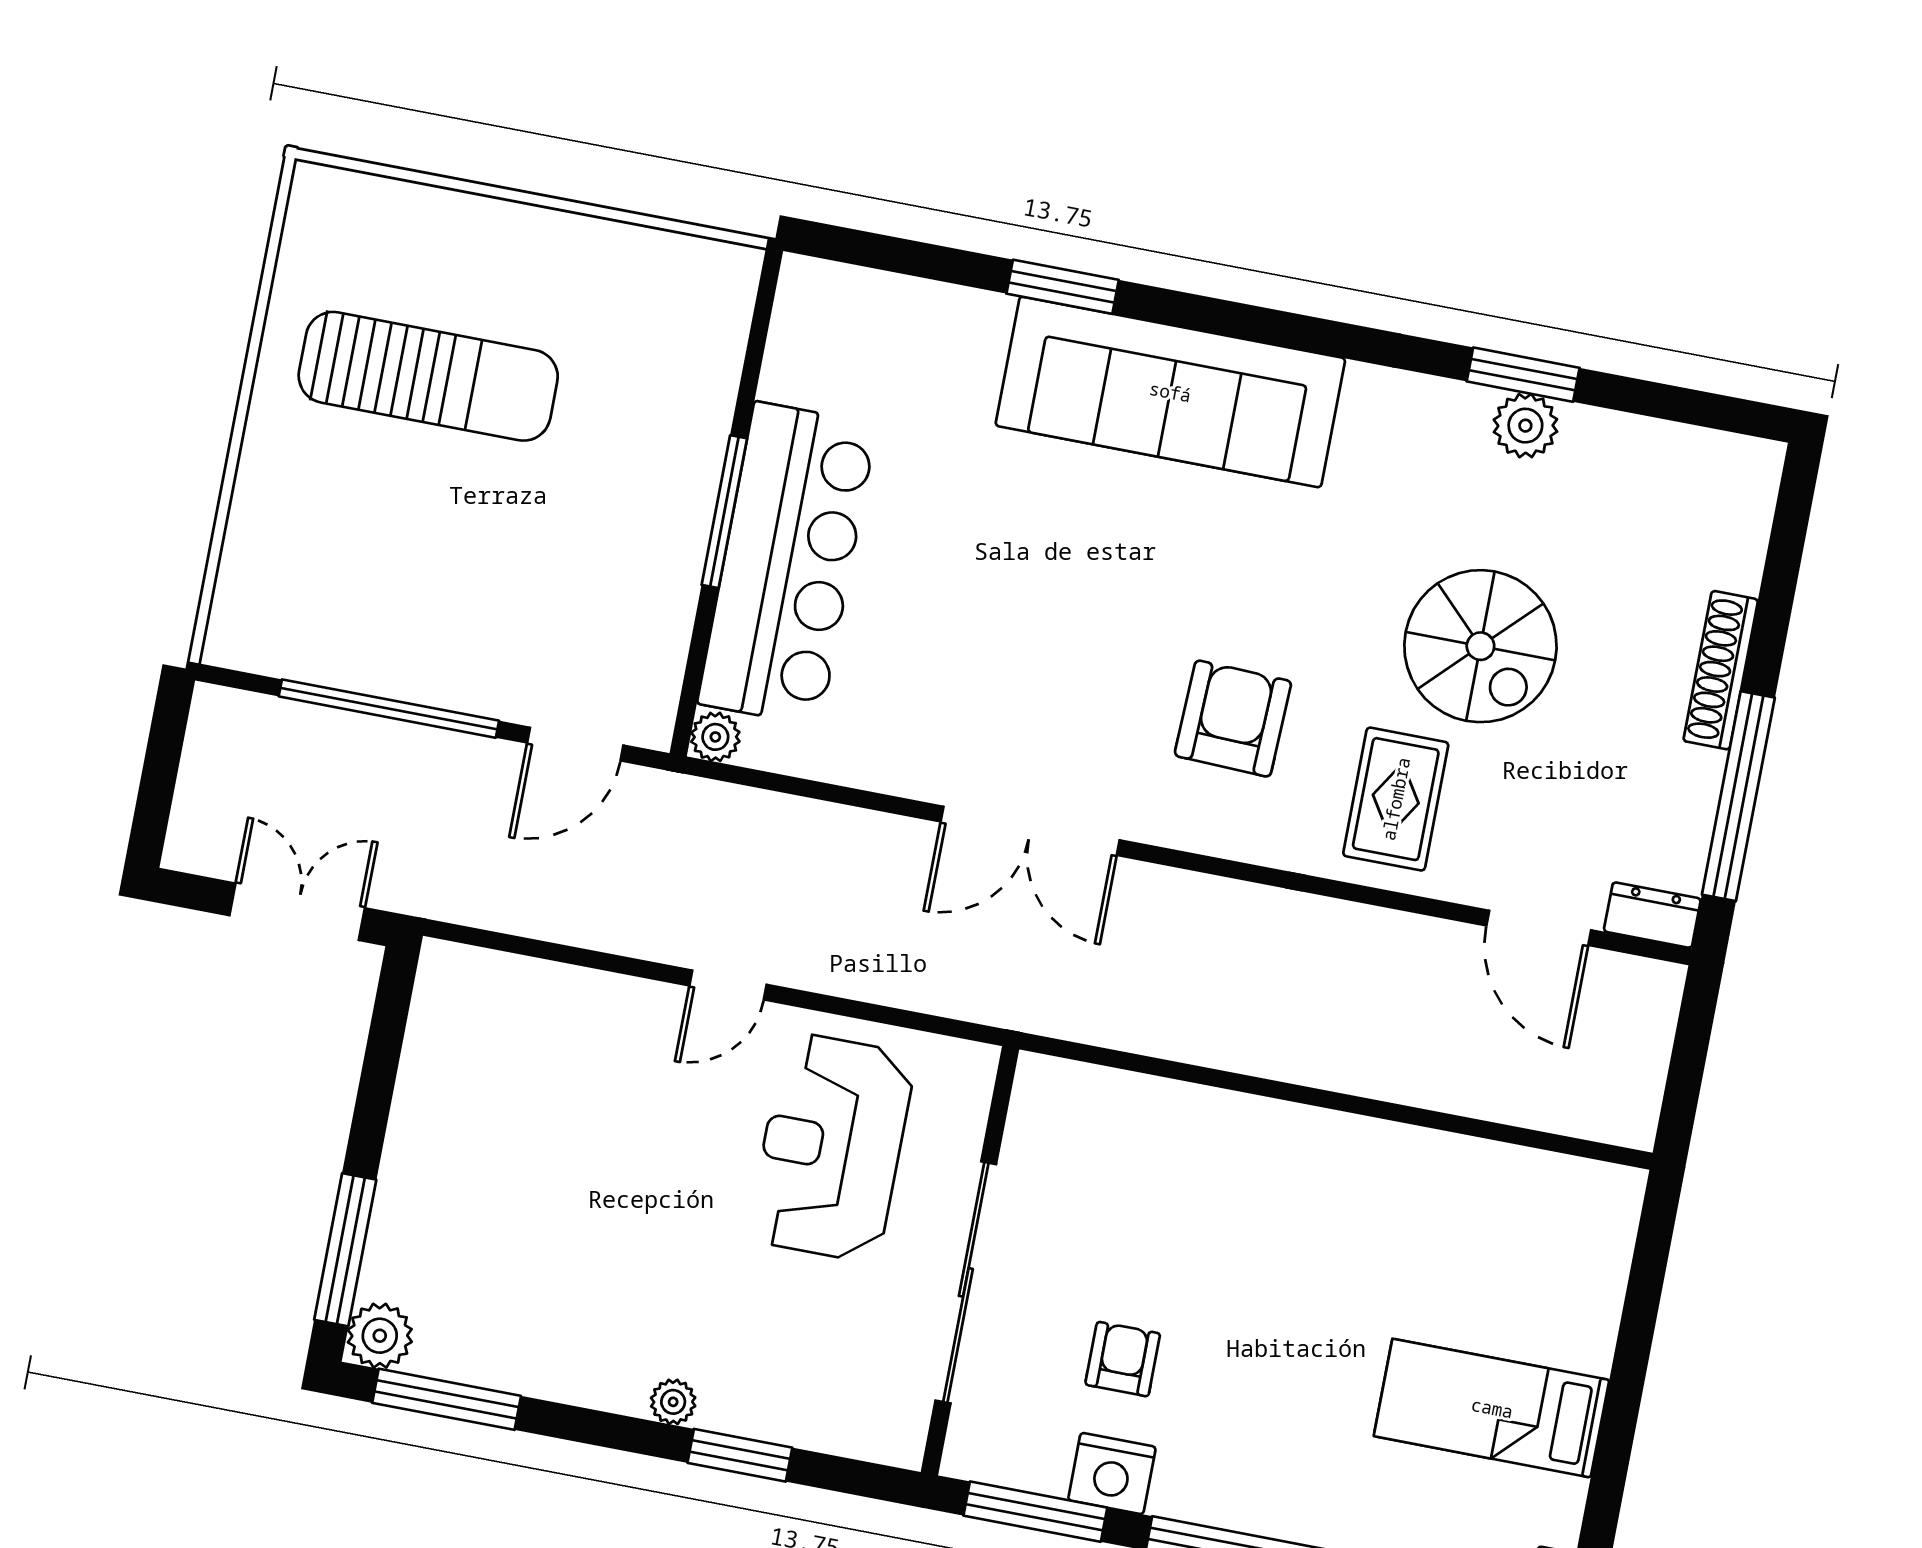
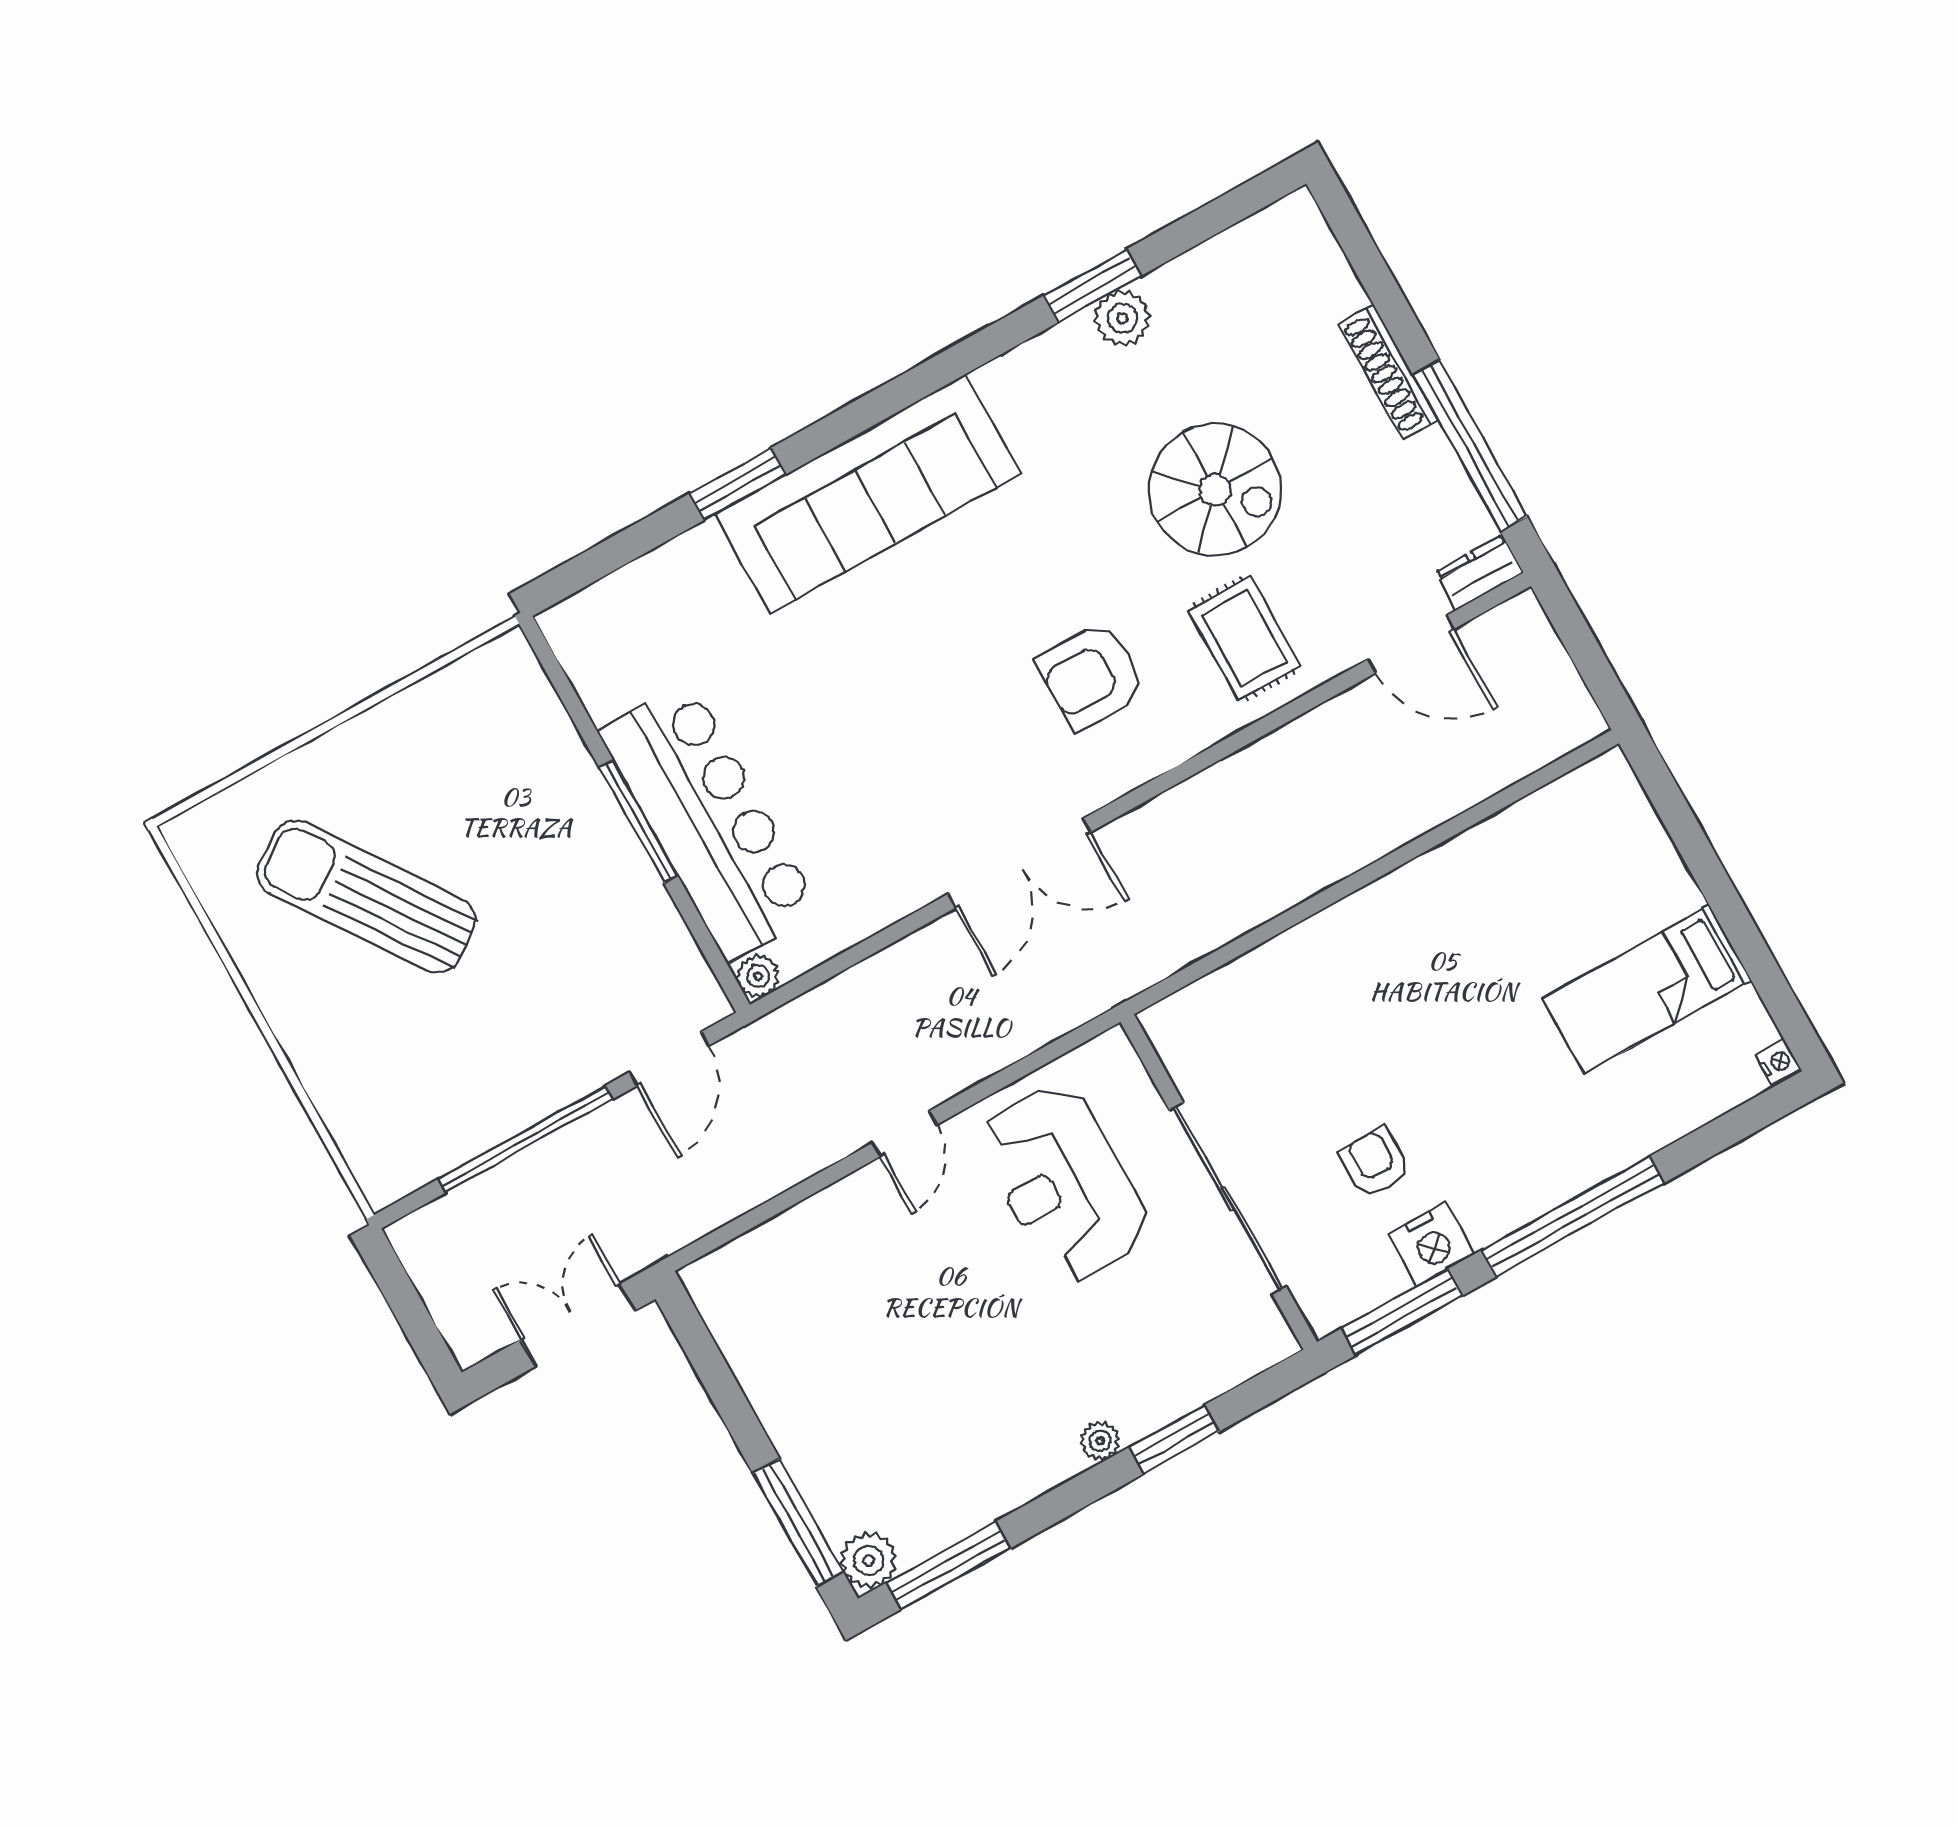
sun lounger: (428, 376) -> (367, 897), turned -125
armchair: (1233, 719) -> (1091, 676), turned -92

